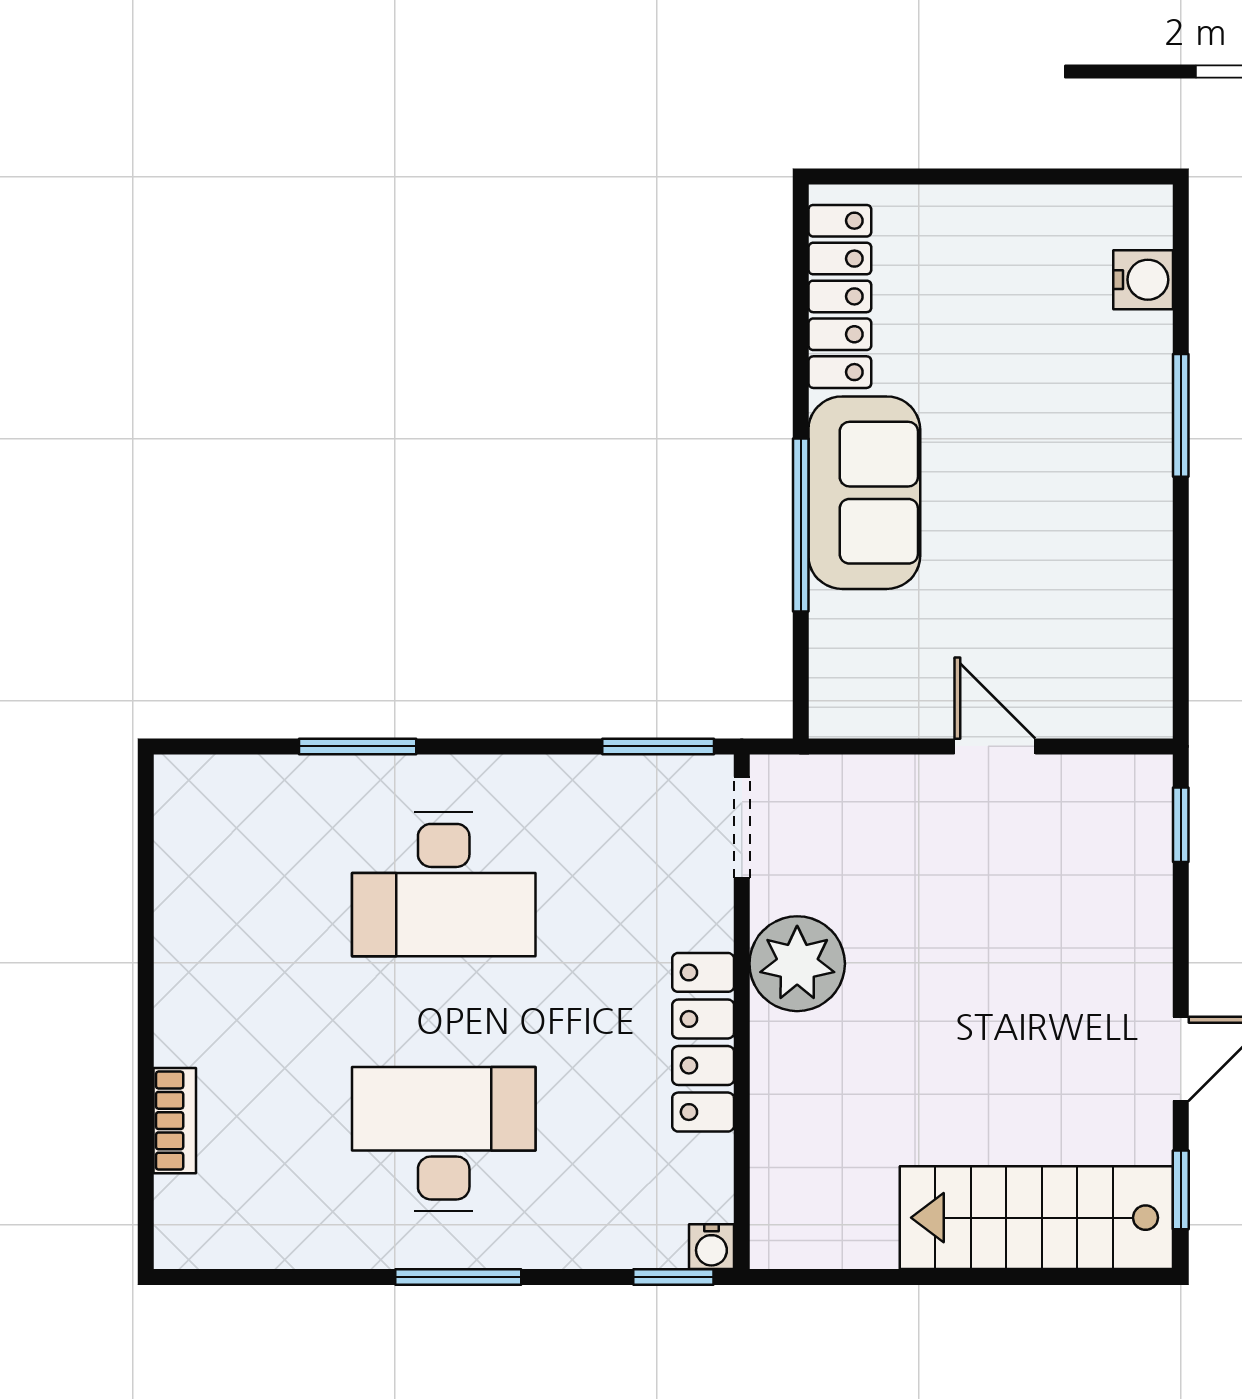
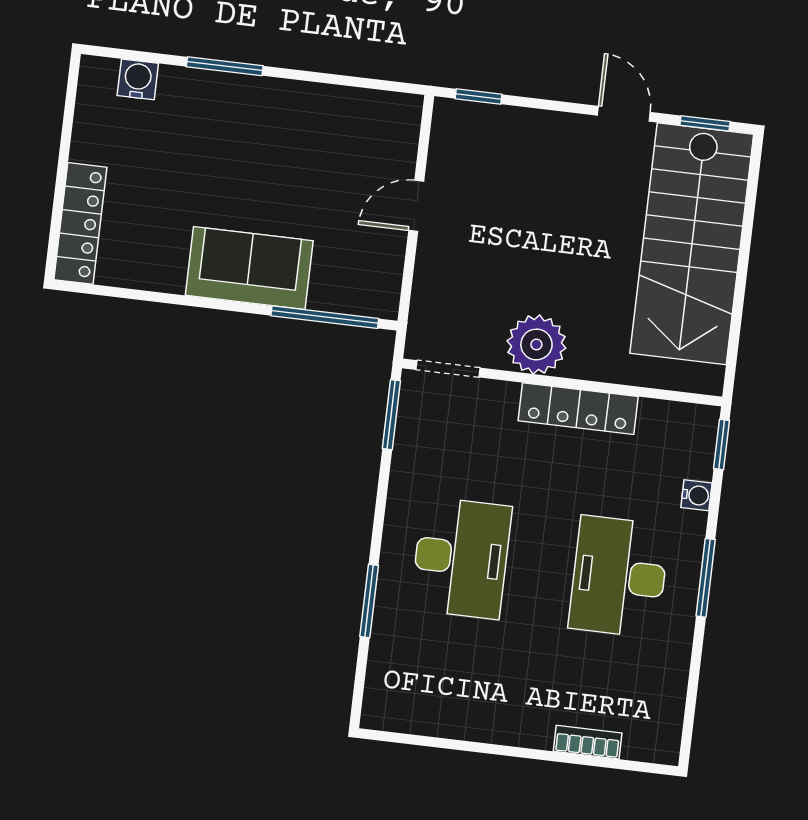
locker: (840, 296) -> (80, 223), moved, turned 90
window: (801, 525) -> (325, 317), moved
stairs: (1036, 1218) -> (692, 244), width x1.36, depth x1.51
water cooler: (711, 1247) -> (696, 495), moved

